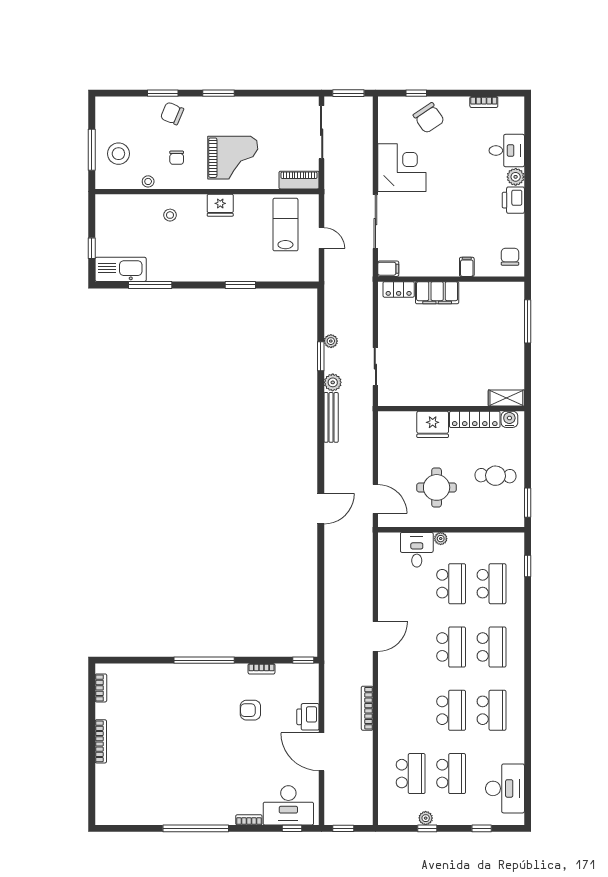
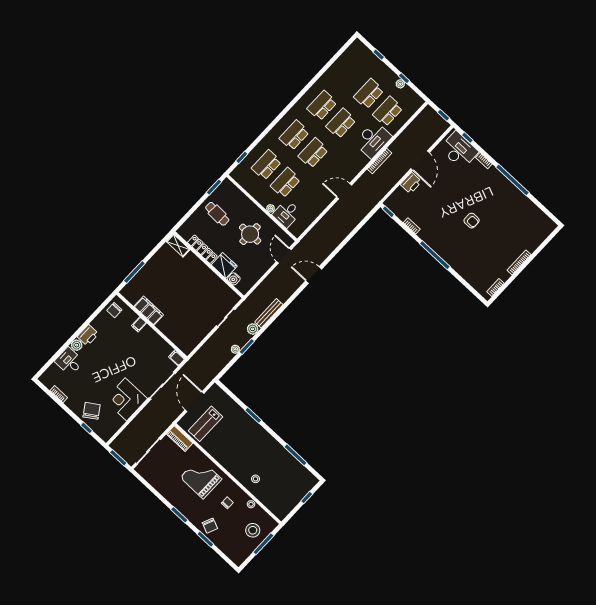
fridge: (220, 205) -> (228, 461), removed
door: (322, 238) -> (195, 402), width x1.88
kitchen sink: (121, 269) -> (302, 475), removed
locker: (399, 289) -> (181, 344), removed
filing cabinet: (437, 293) -> (149, 311), moved
water cooler: (509, 419) -> (234, 279), moved
armchair: (250, 710) -> (472, 221), moved
desk: (505, 788) -> (373, 140), moved, turned 180

